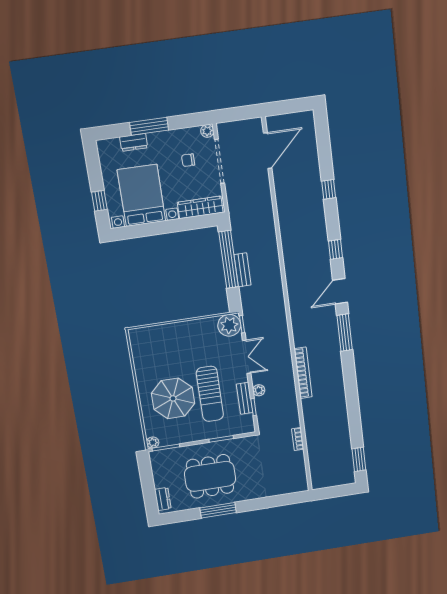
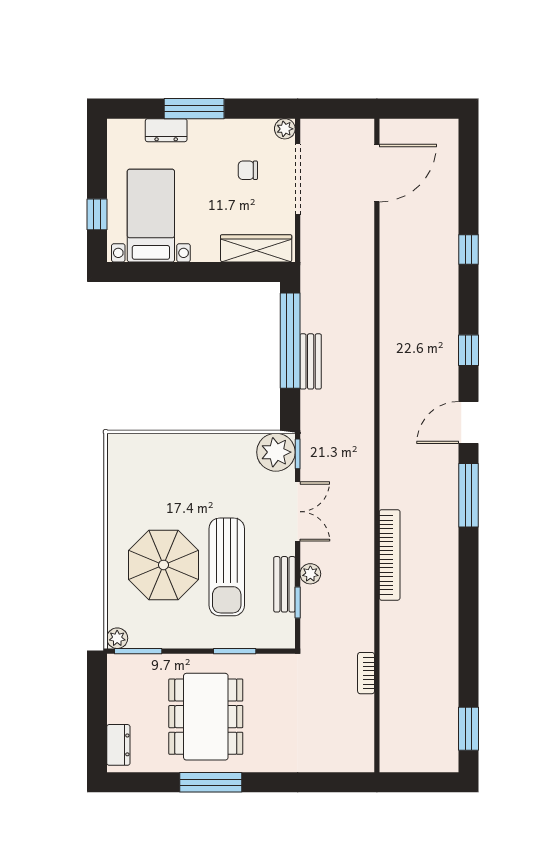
bed with nightstands: (142, 195) -> (151, 216), width x0.73
dining table: (210, 476) -> (206, 717), turned 90

